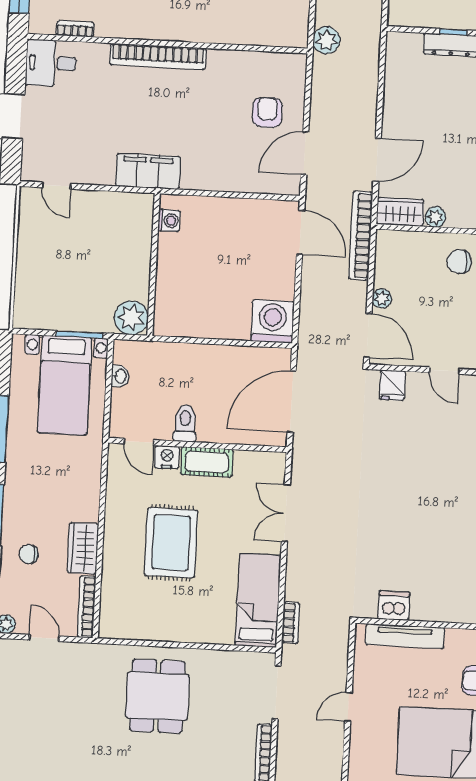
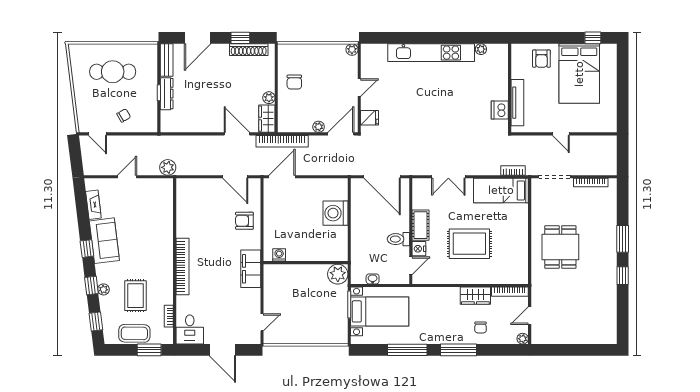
armchair: (267, 112) -> (244, 221), moved
washing machine: (273, 321) -> (335, 213), moved
dining table: (157, 696) -> (560, 247), turned 90

